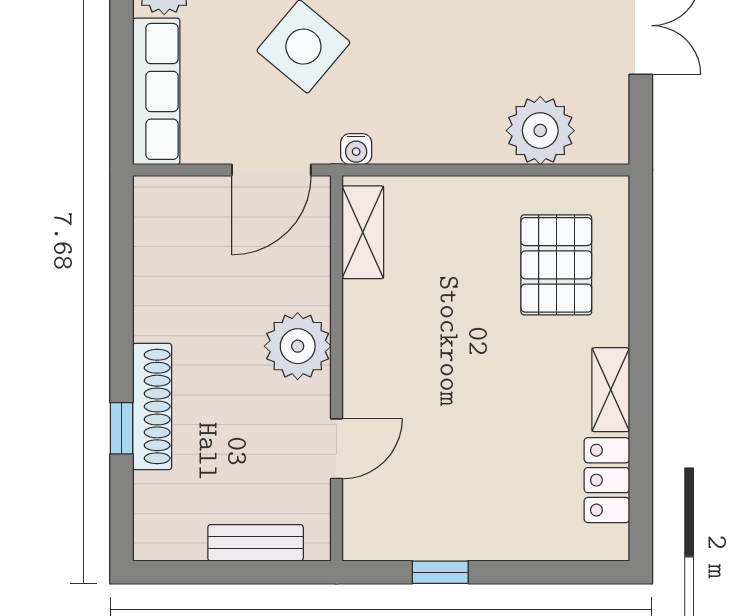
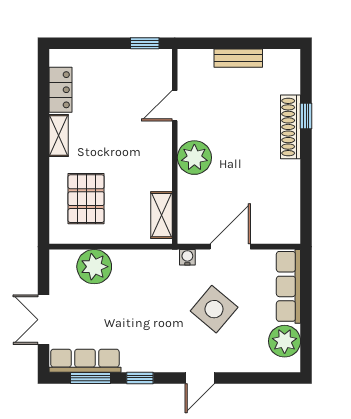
shelving: (363, 232) -> (161, 215), moved
plant: (298, 346) -> (194, 158), moved
wall: (337, 368) -> (175, 146), moved
door: (337, 449) -> (175, 106), moved

